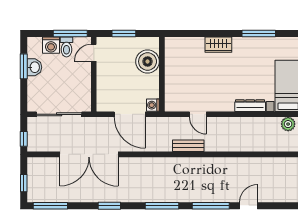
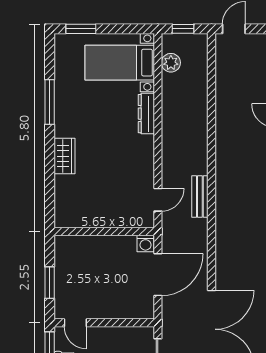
boiler: (148, 61) -> (87, 251), removed
door: (198, 114) -> (158, 200), moved

